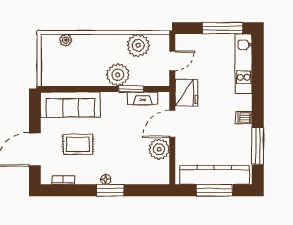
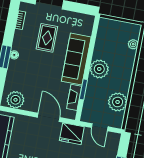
plant: (118, 75) -> (99, 69), moved
sofa: (70, 105) -> (76, 59), moved
plant: (159, 149) -> (16, 100), moved

